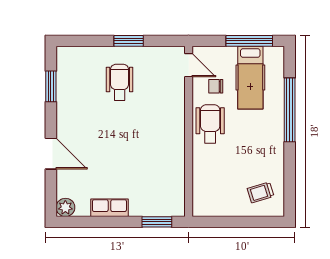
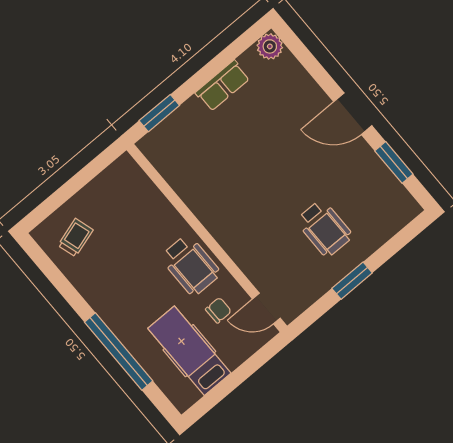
window: (249, 41) -> (224, 389), removed
door: (51, 154) -> (353, 114), moved

